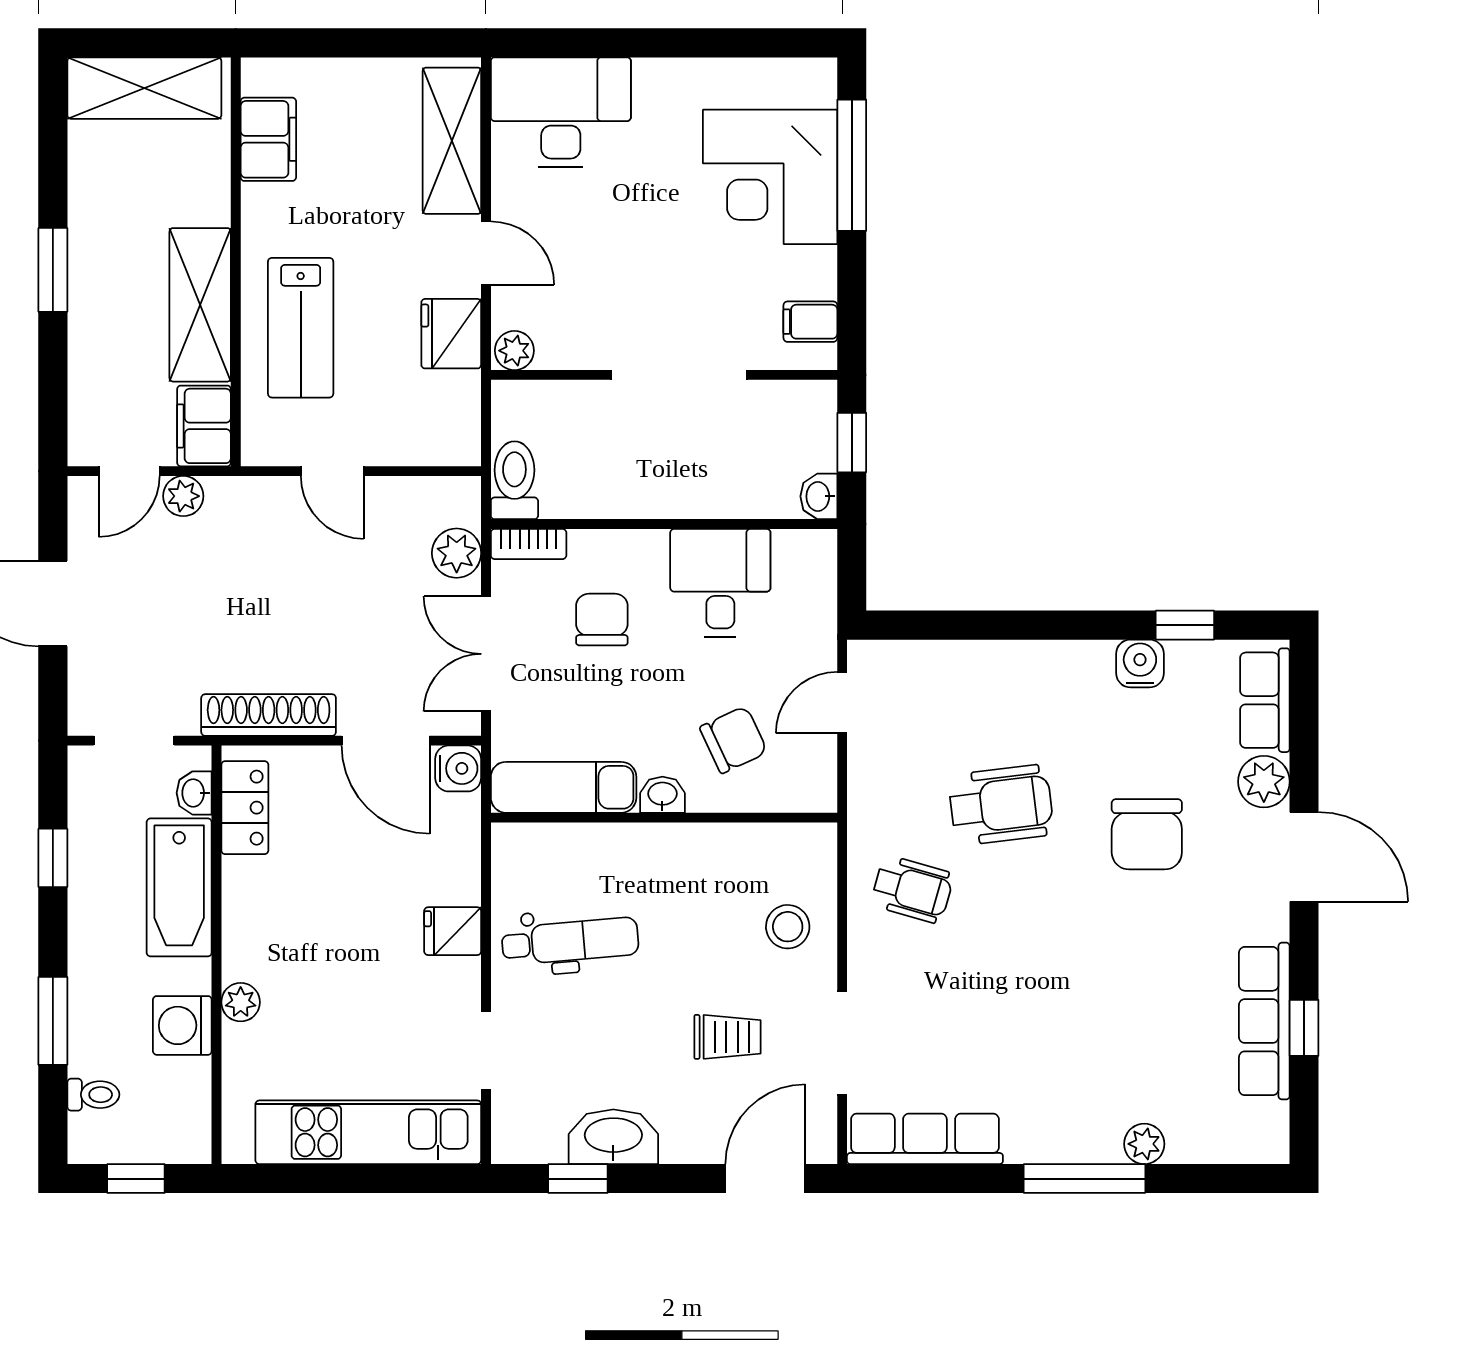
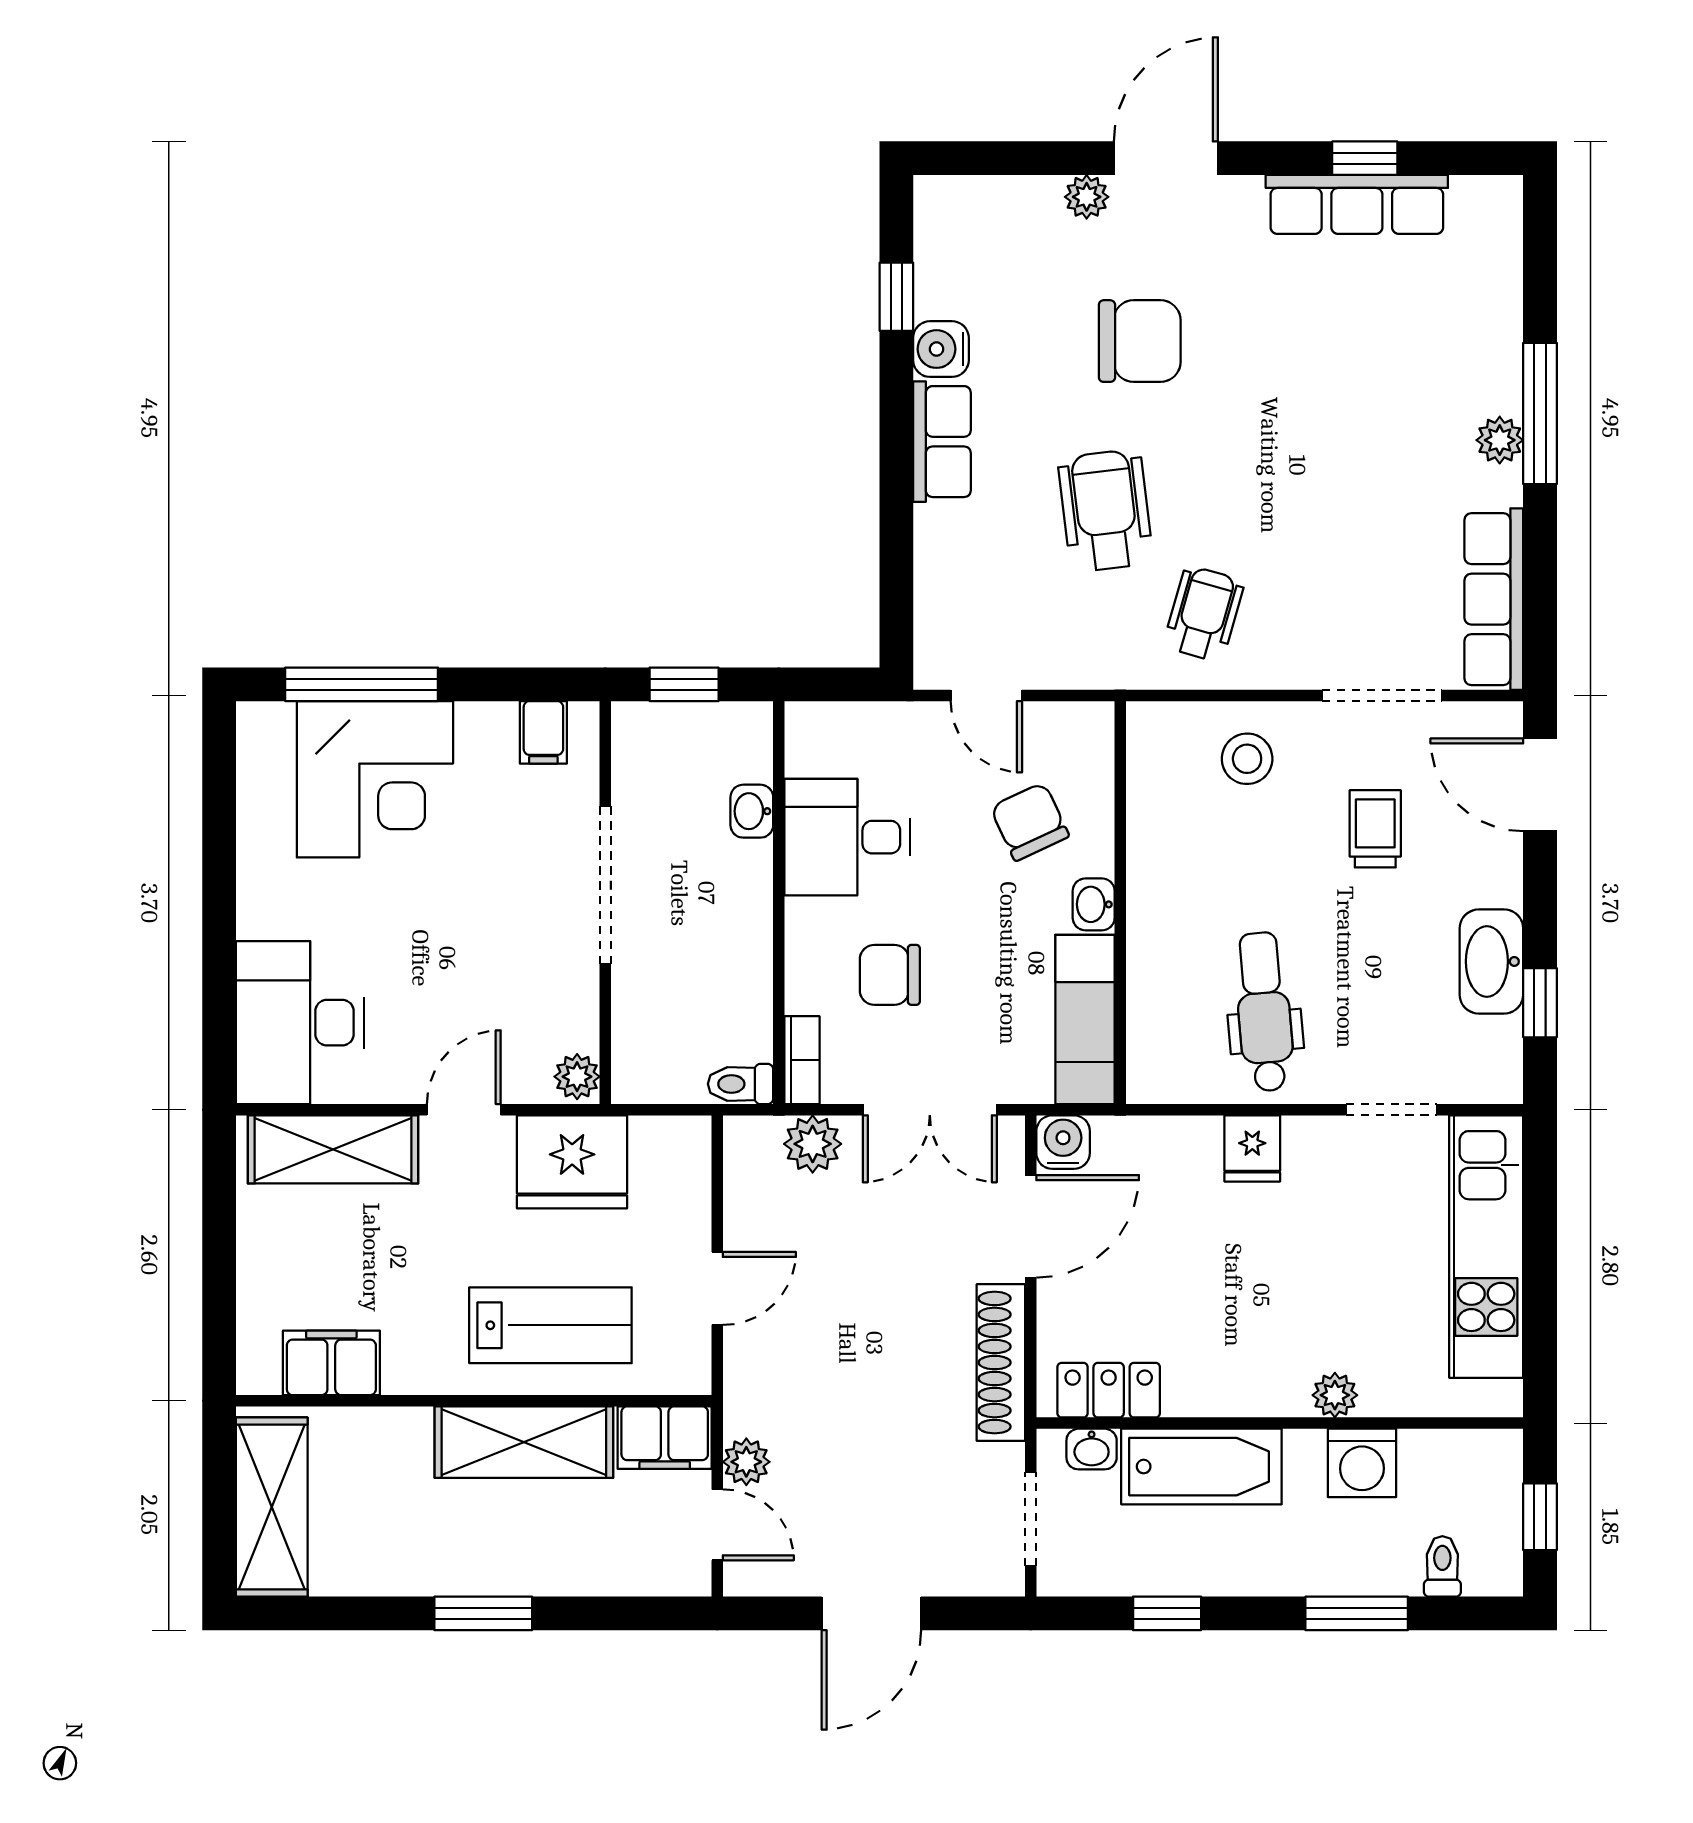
fridge: (451, 334) -> (572, 1162), width x1.36, depth x1.34
toilet: (514, 480) -> (741, 1084), width x0.73, depth x0.72
washbasin: (819, 496) -> (752, 811), moved, turned 90
row of seats: (1265, 700) -> (942, 442), moved, turned -90
plant: (1264, 782) -> (1087, 197), width x0.73, depth x0.73
plant: (1144, 1144) -> (1500, 440), moved

